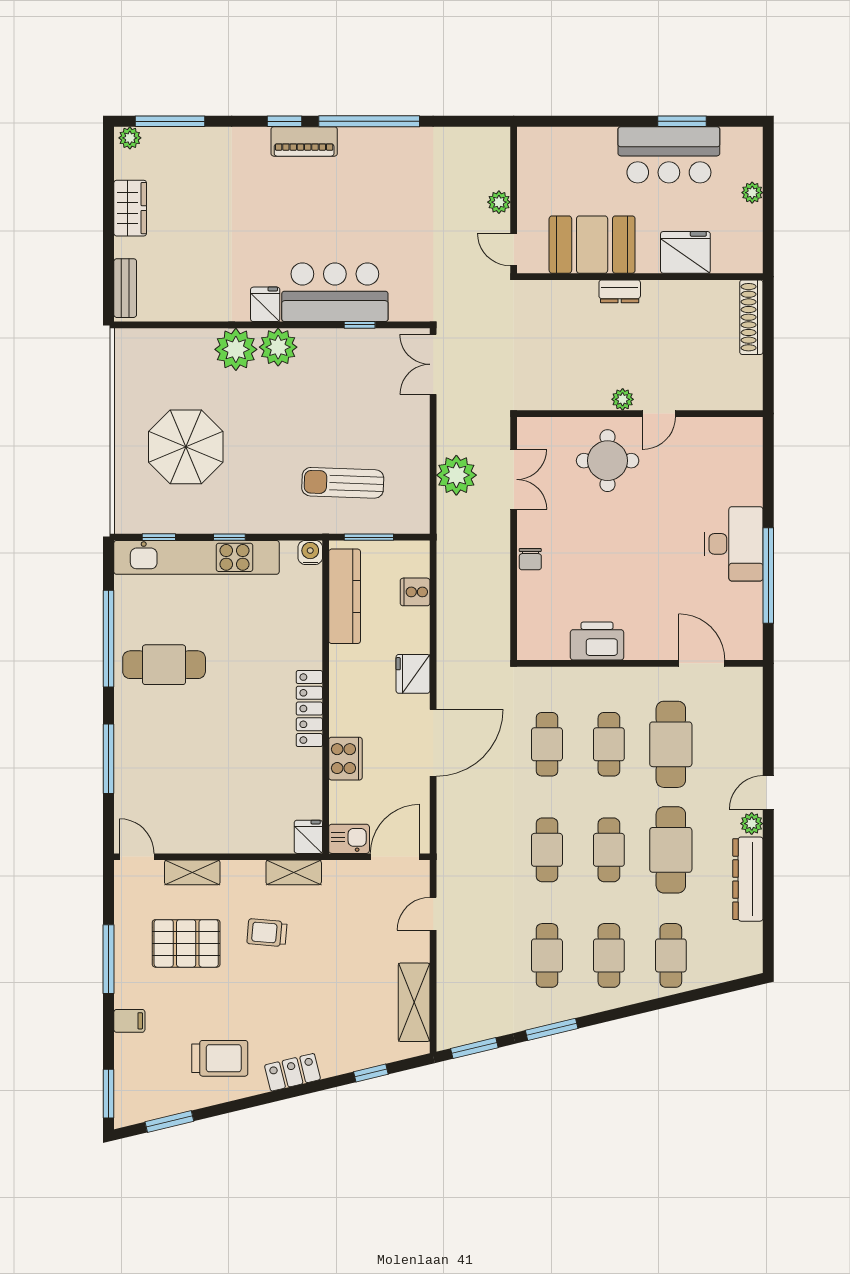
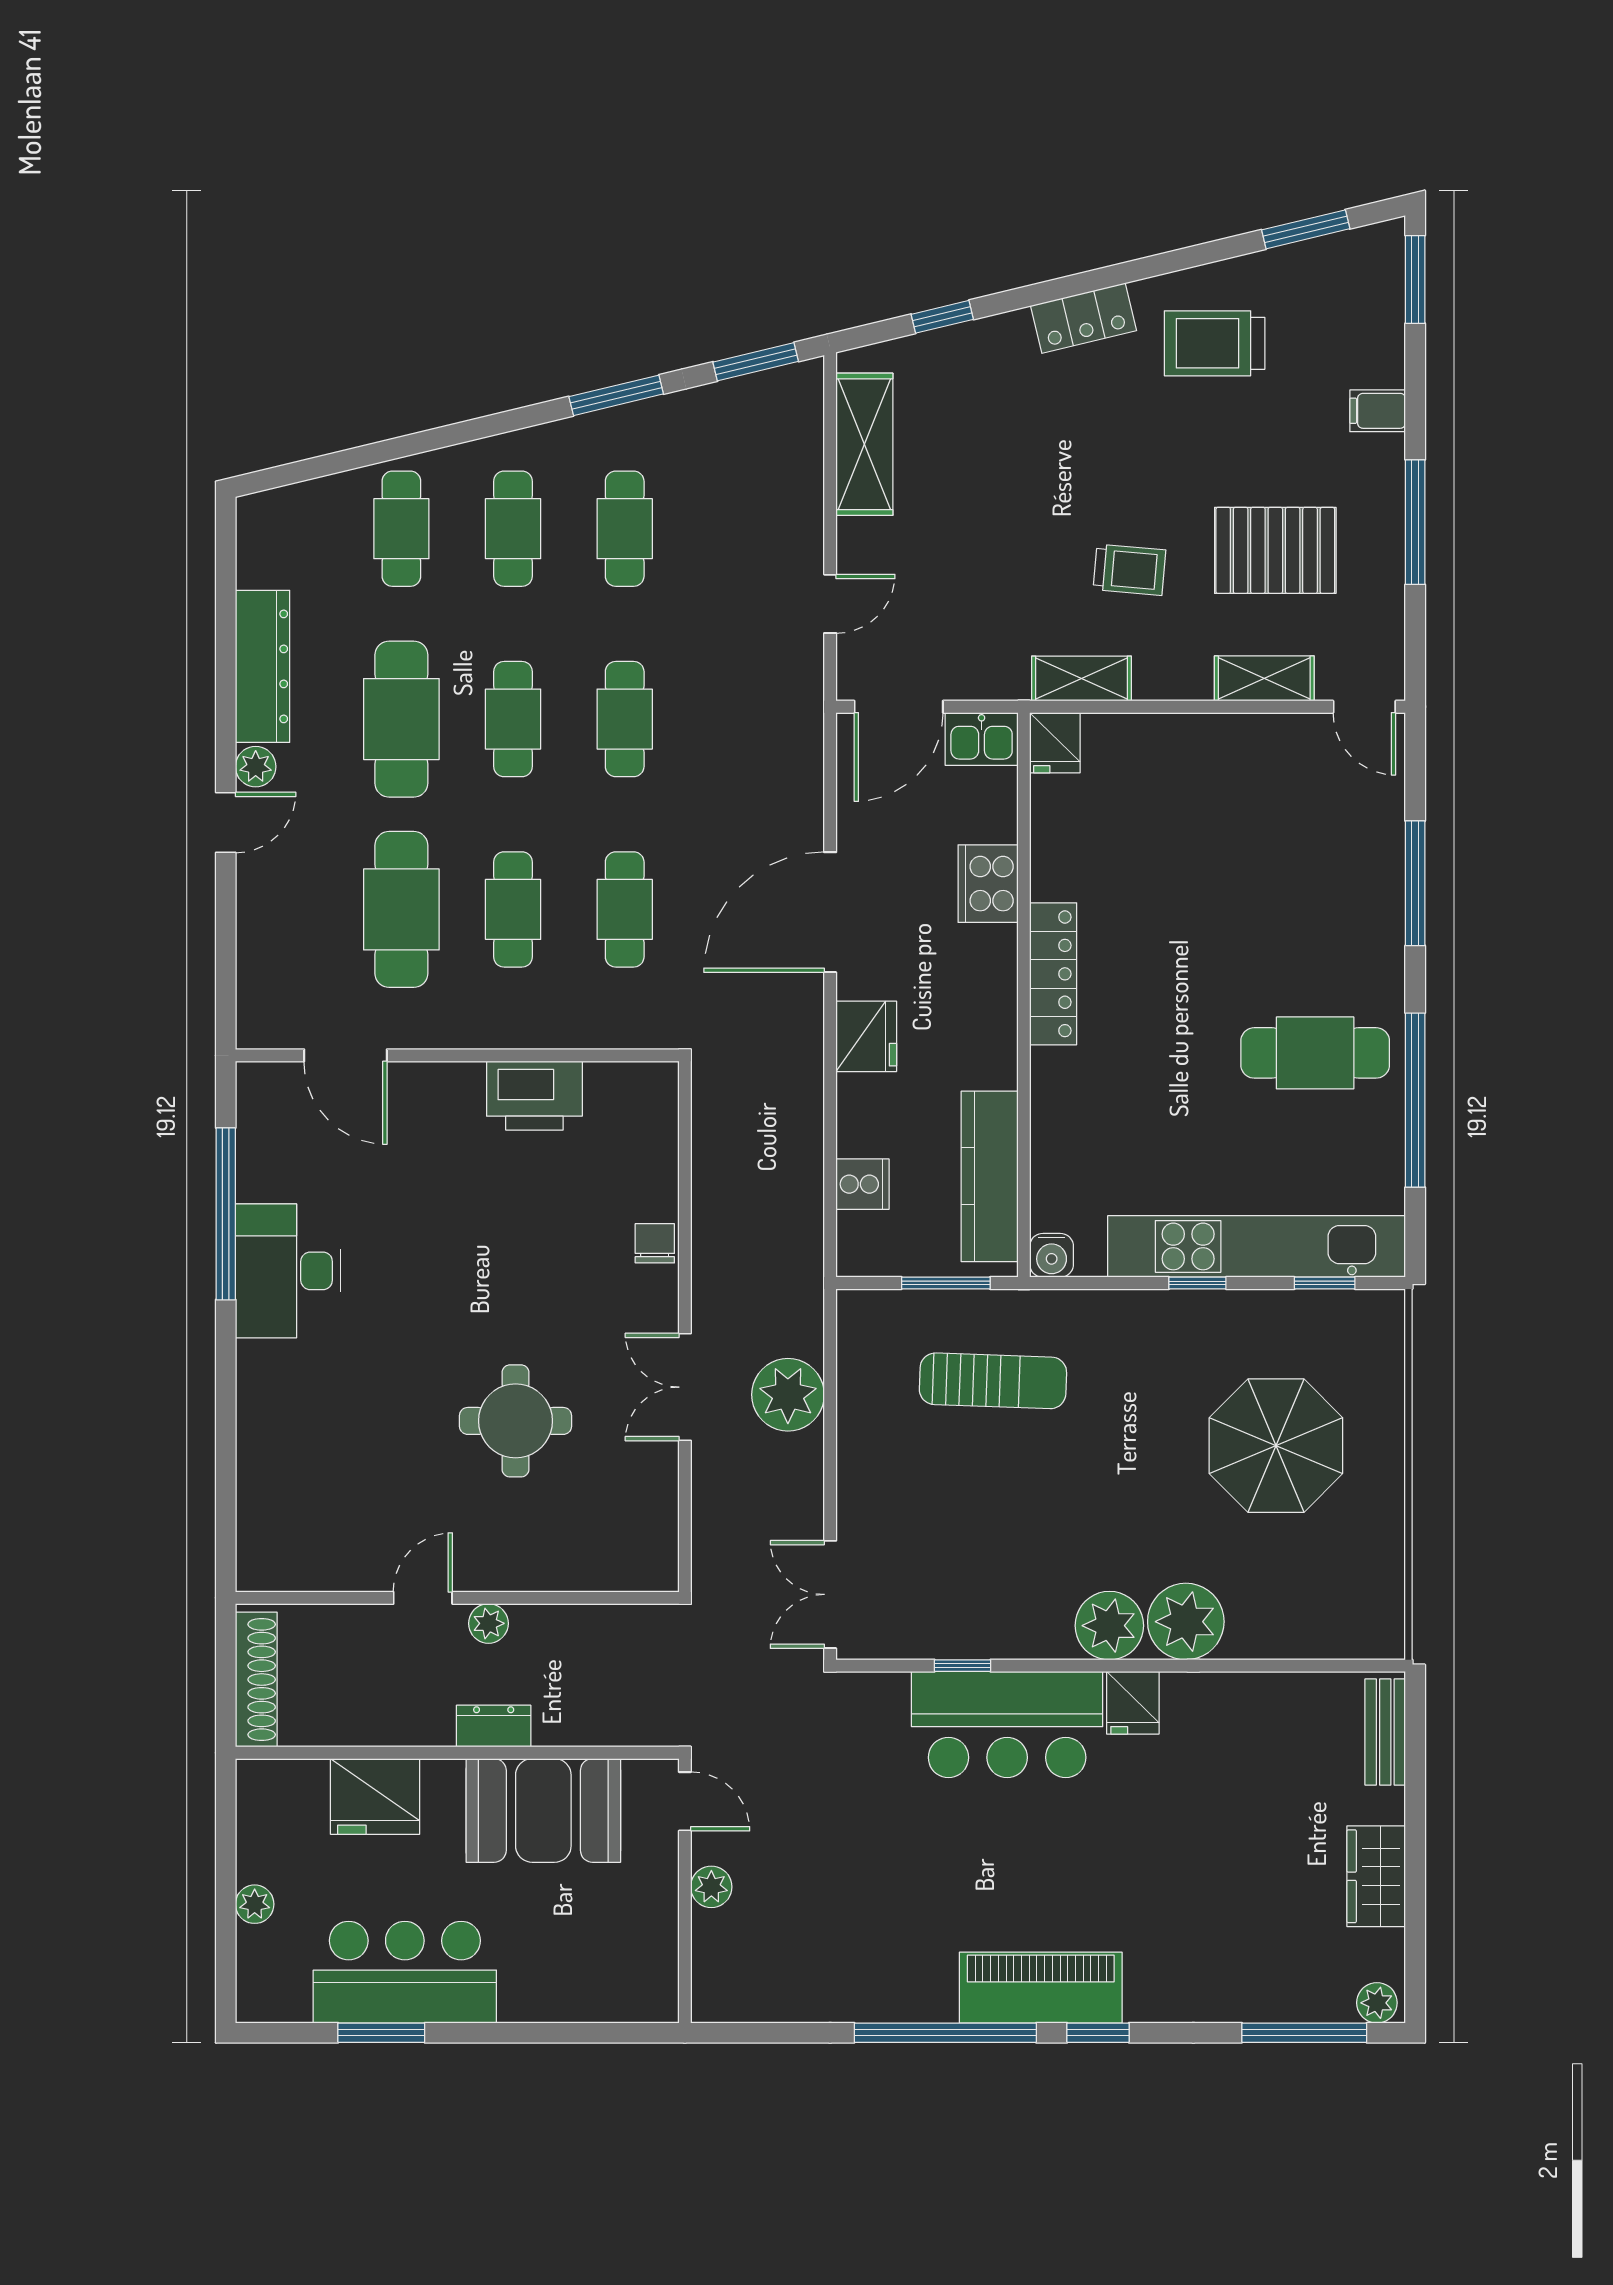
piano: (304, 141) -> (1041, 1988), width x1.37, depth x1.33
double door: (433, 364) -> (830, 1594), swing flipped
plant: (623, 399) -> (488, 1623), moved
wall: (640, 414) -> (457, 1598), moved
door: (659, 414) -> (423, 1598), moved

